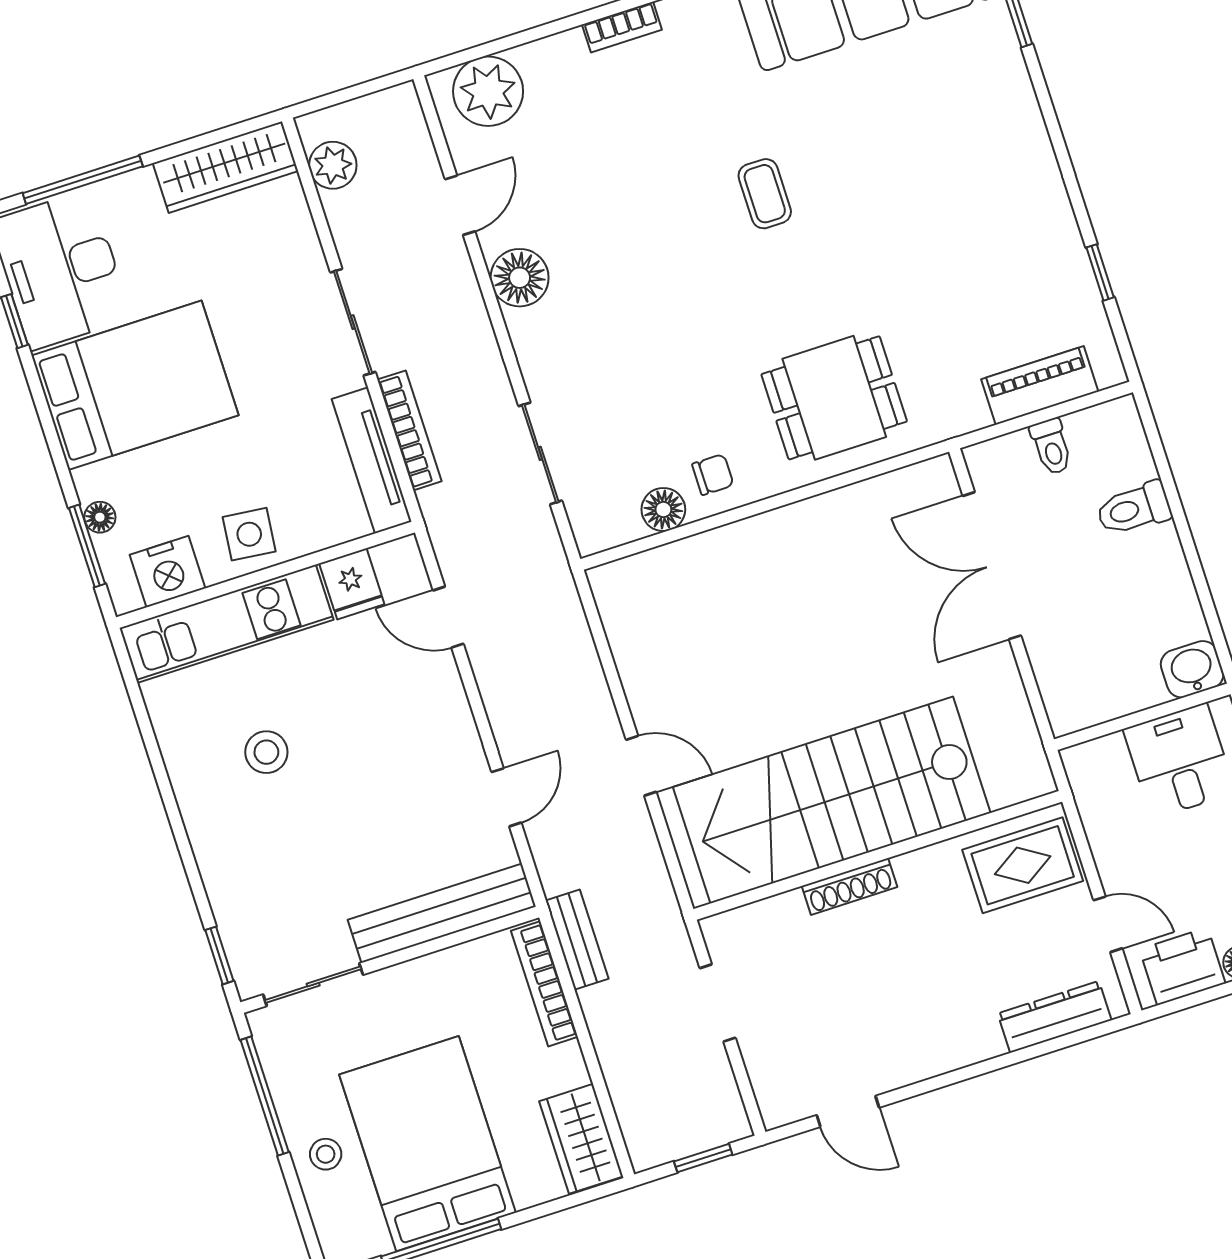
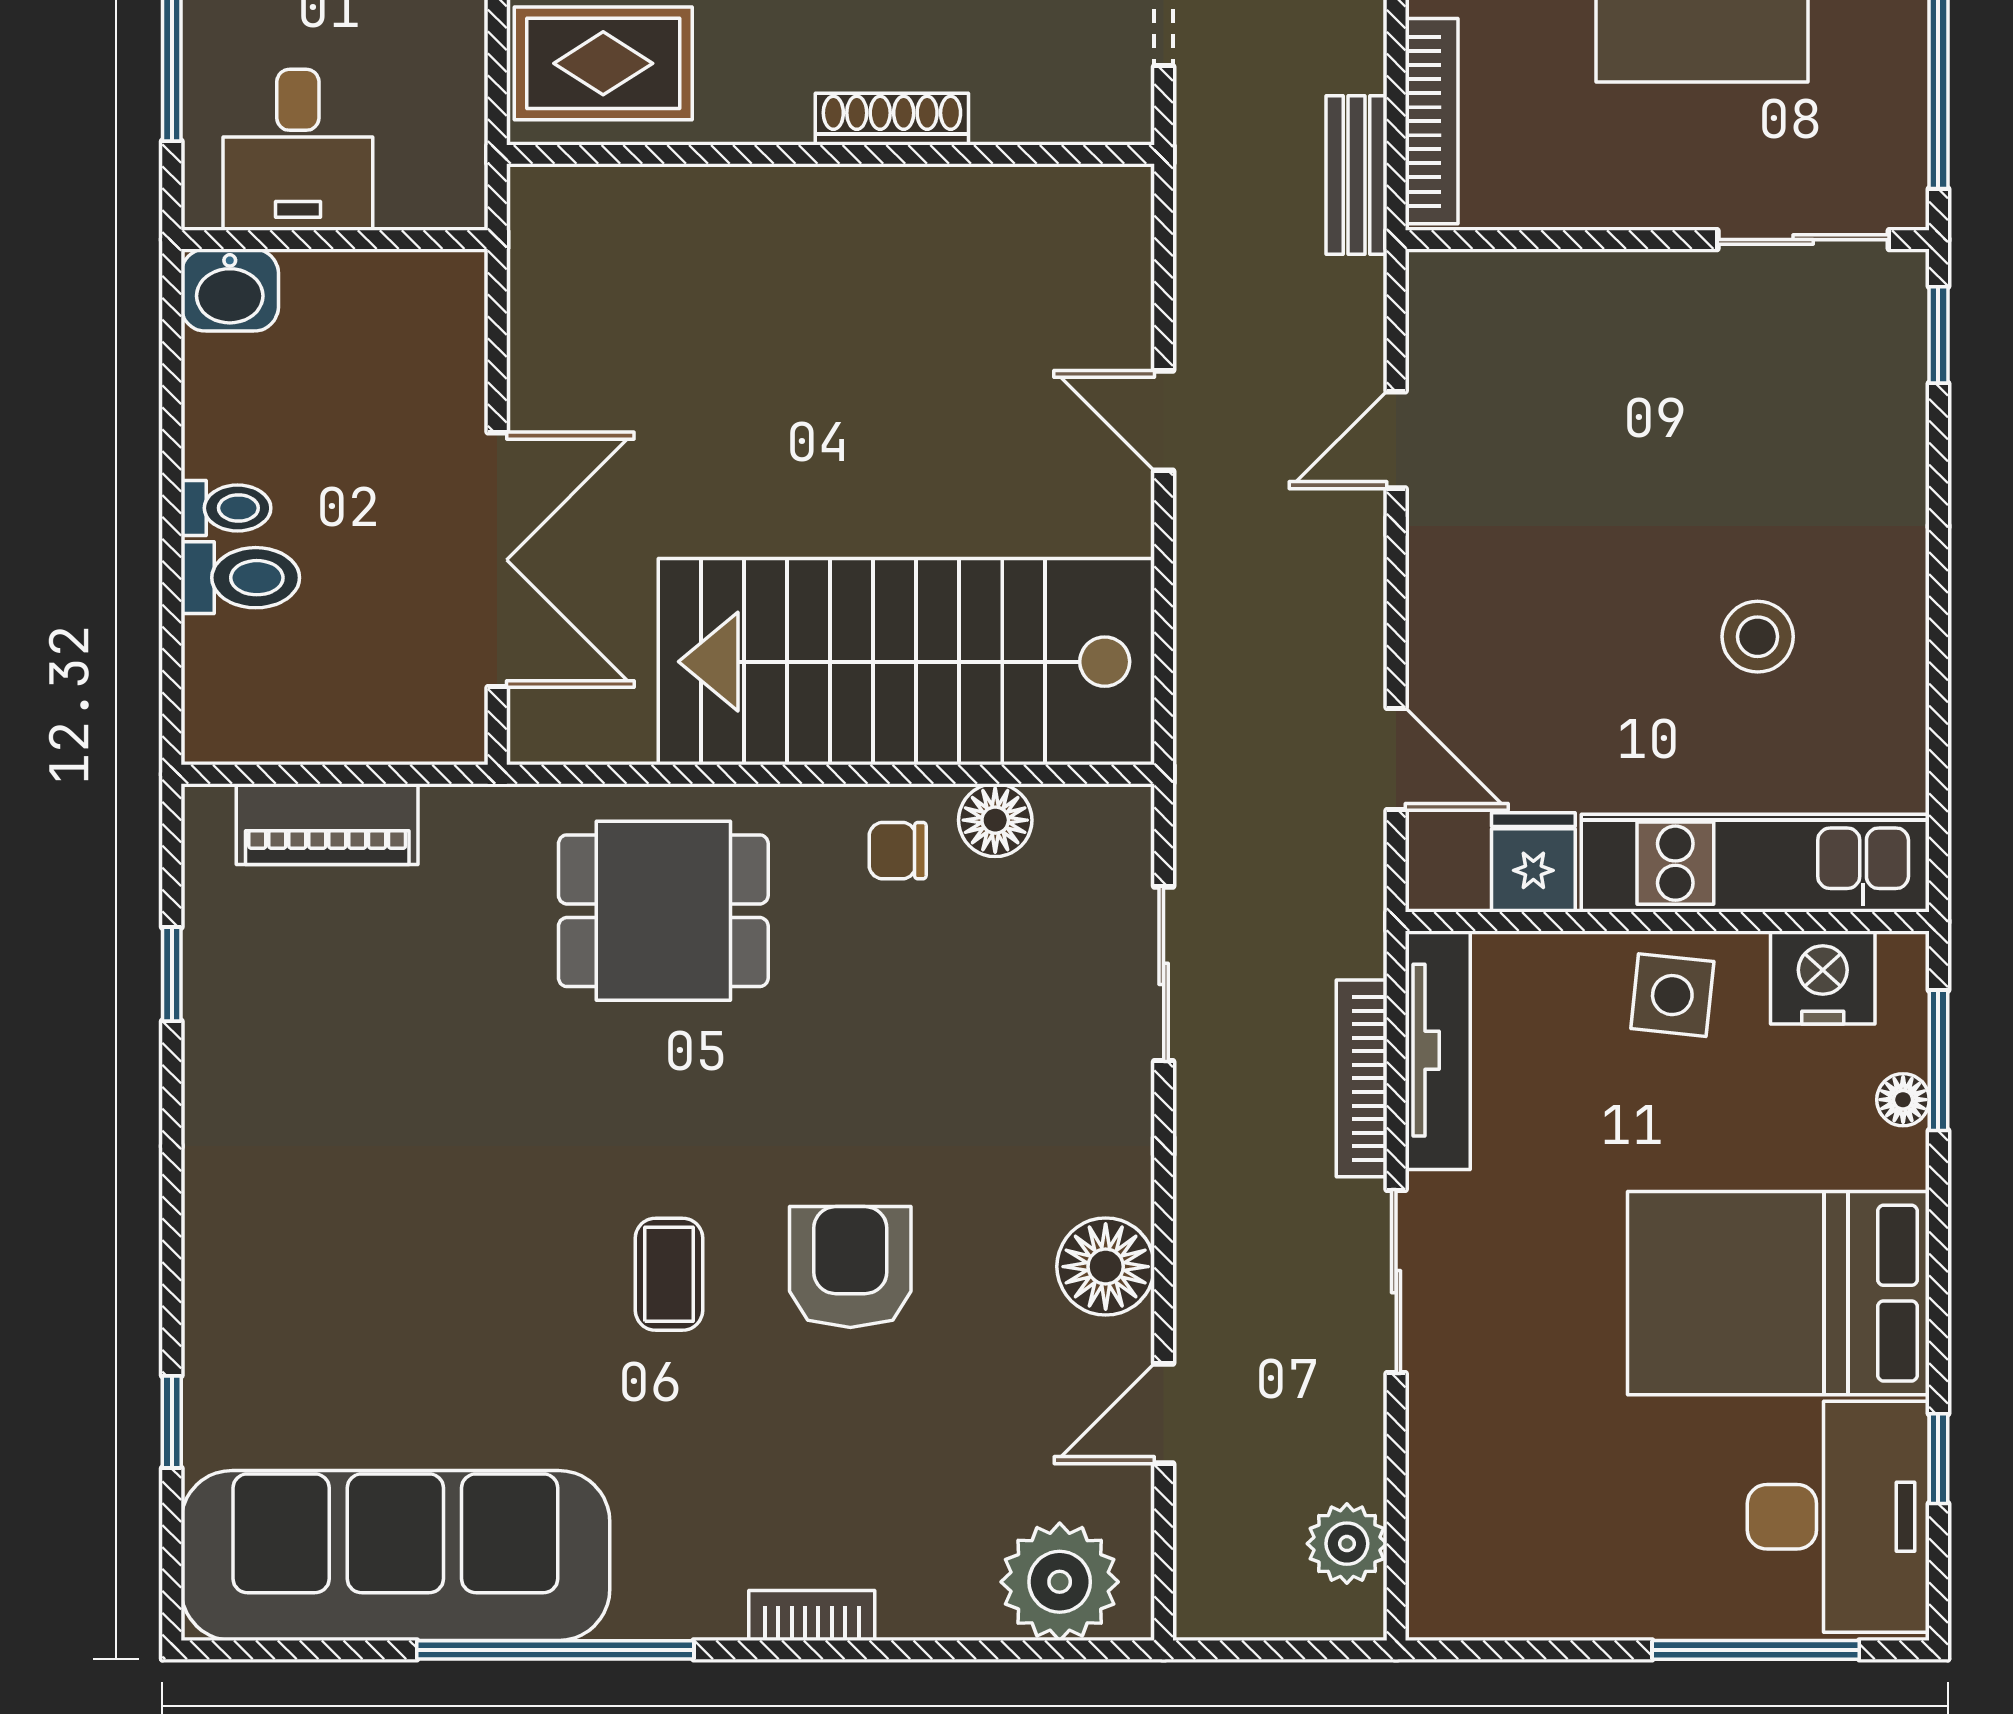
wardrobe: (226, 167) -> (1520, 1596), removed
armchair: (664, 231) -> (850, 1267), added
toilet: (1051, 447) -> (226, 508), moved, turned 90
stairs: (832, 800) -> (906, 662), moved, turned 180
bench: (442, 913) -> (1560, 287), removed

